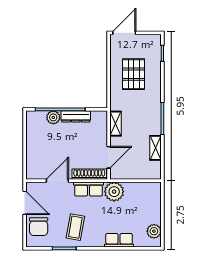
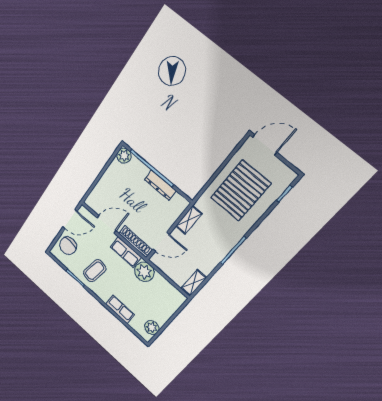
pallet: (134, 74) -> (241, 191), width x1.37, depth x1.41
plant: (53, 117) -> (124, 156), moved
shelving: (155, 148) -> (194, 283), moved
door: (25, 203) -> (70, 219), hinge flipped

